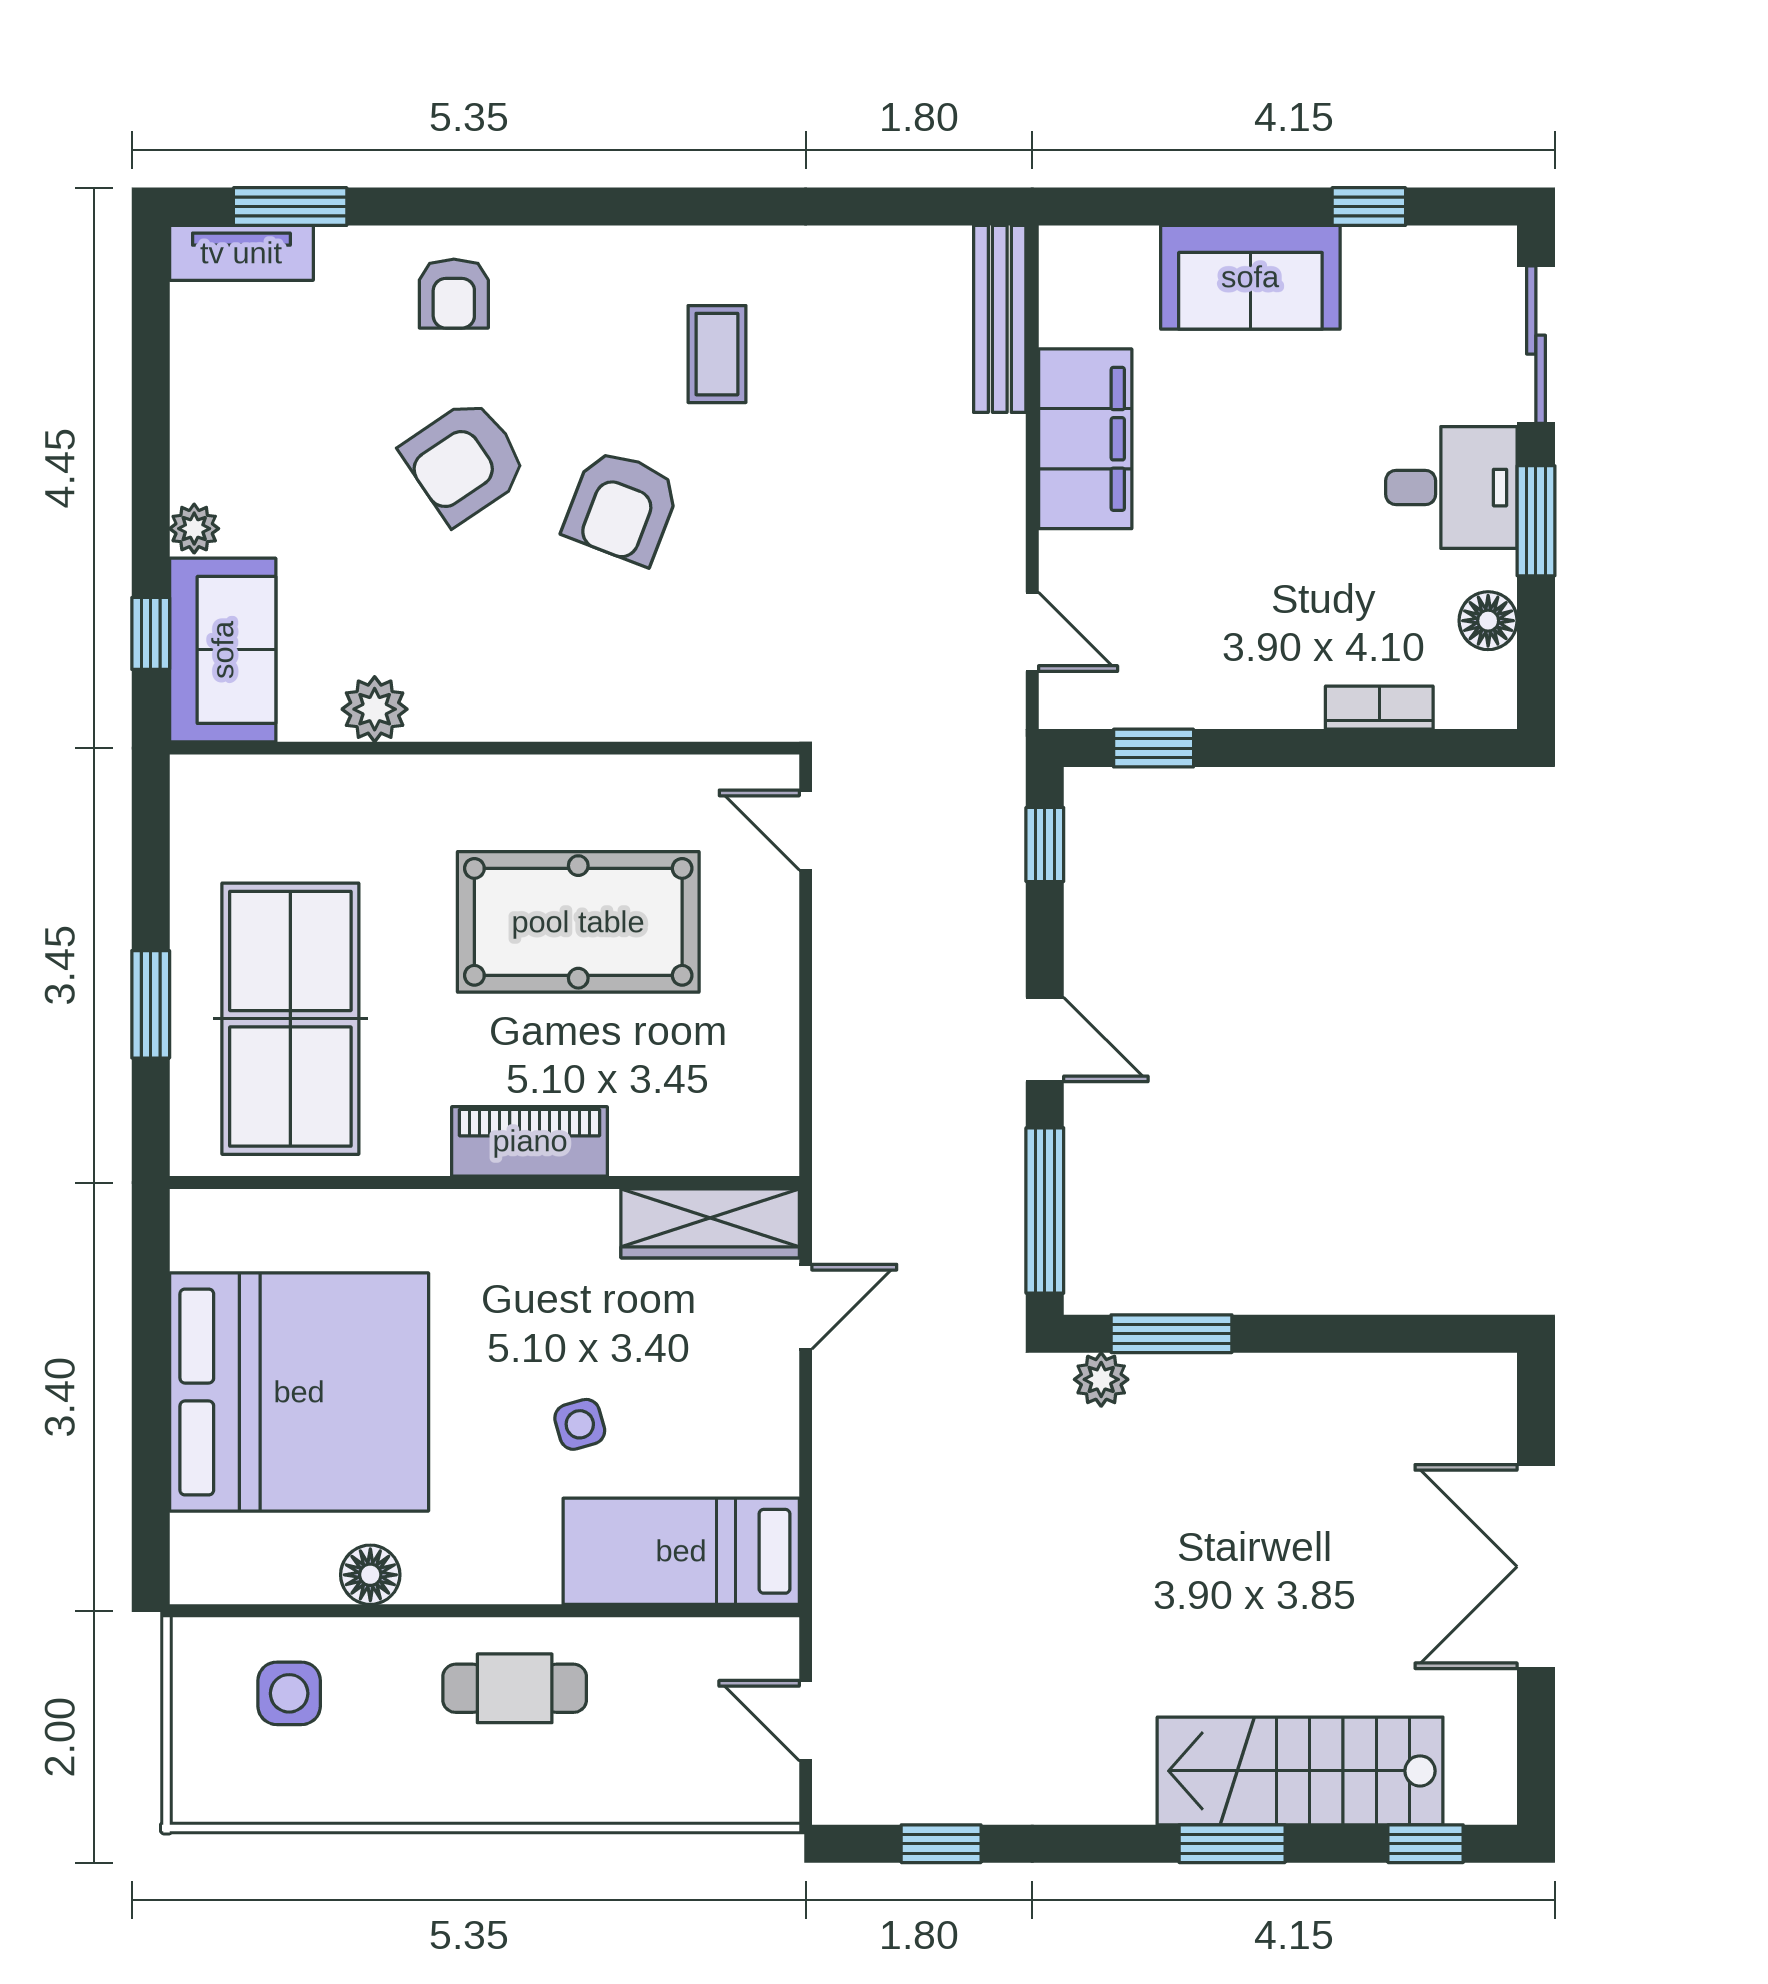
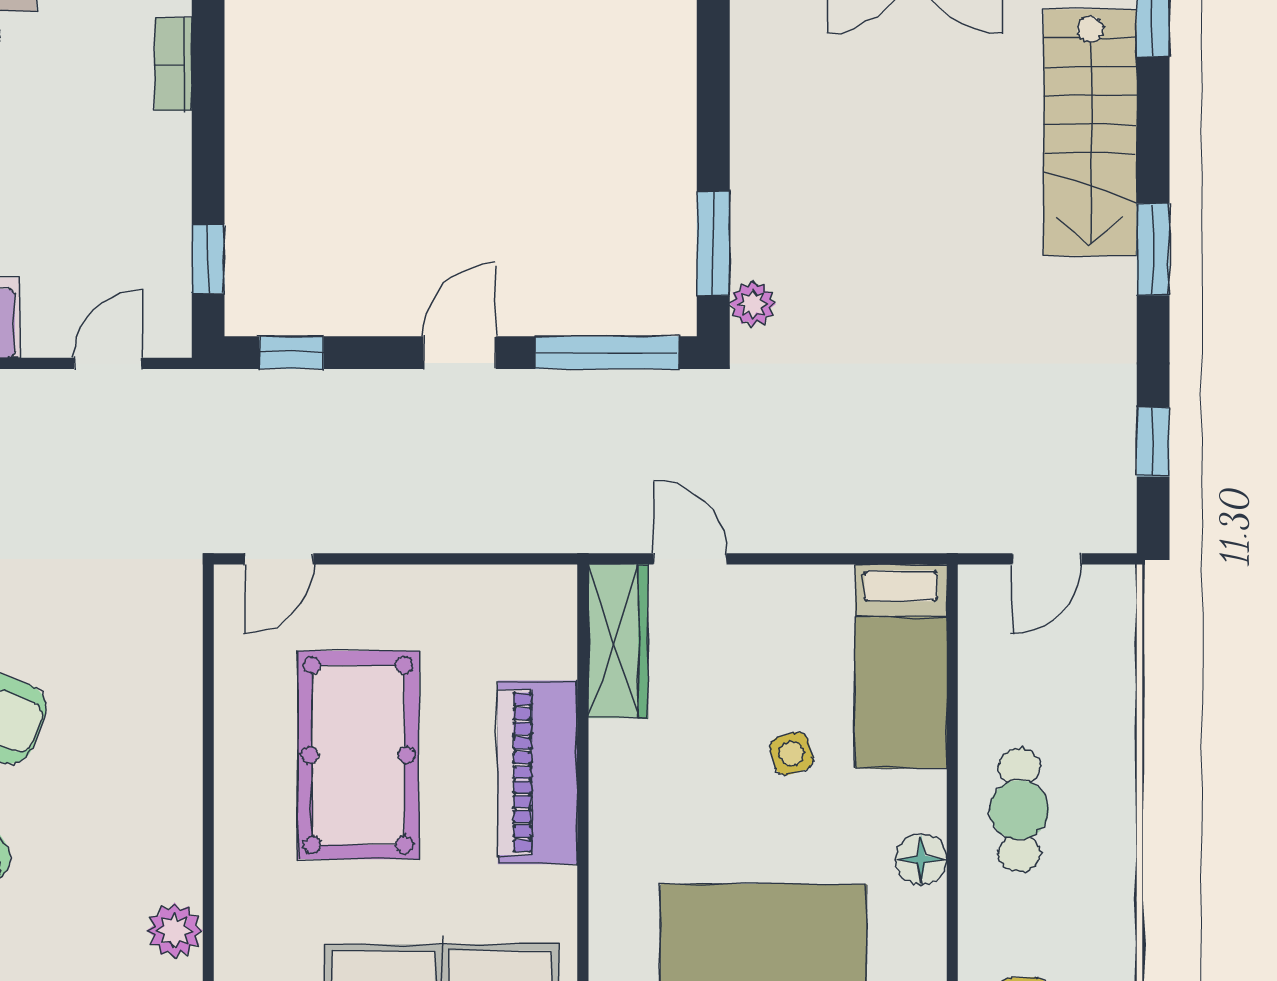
piano: (530, 1141) -> (538, 772), width x1.37, depth x1.33
floor lamp: (370, 1575) -> (921, 859), moved
window: (1232, 1844) -> (1153, 249), moved

